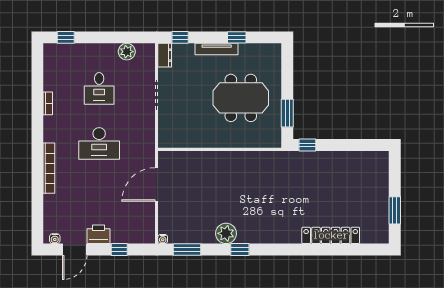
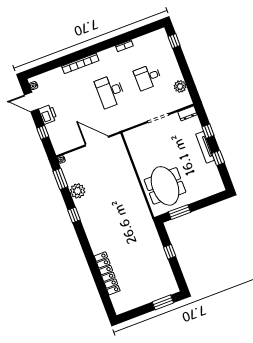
window: (180, 37) -> (208, 131), moved
meeting table: (241, 98) -> (165, 186), moved
window: (307, 145) -> (170, 252), moved
window: (395, 210) -> (163, 302), moved
plant: (226, 233) -> (78, 191), moved

